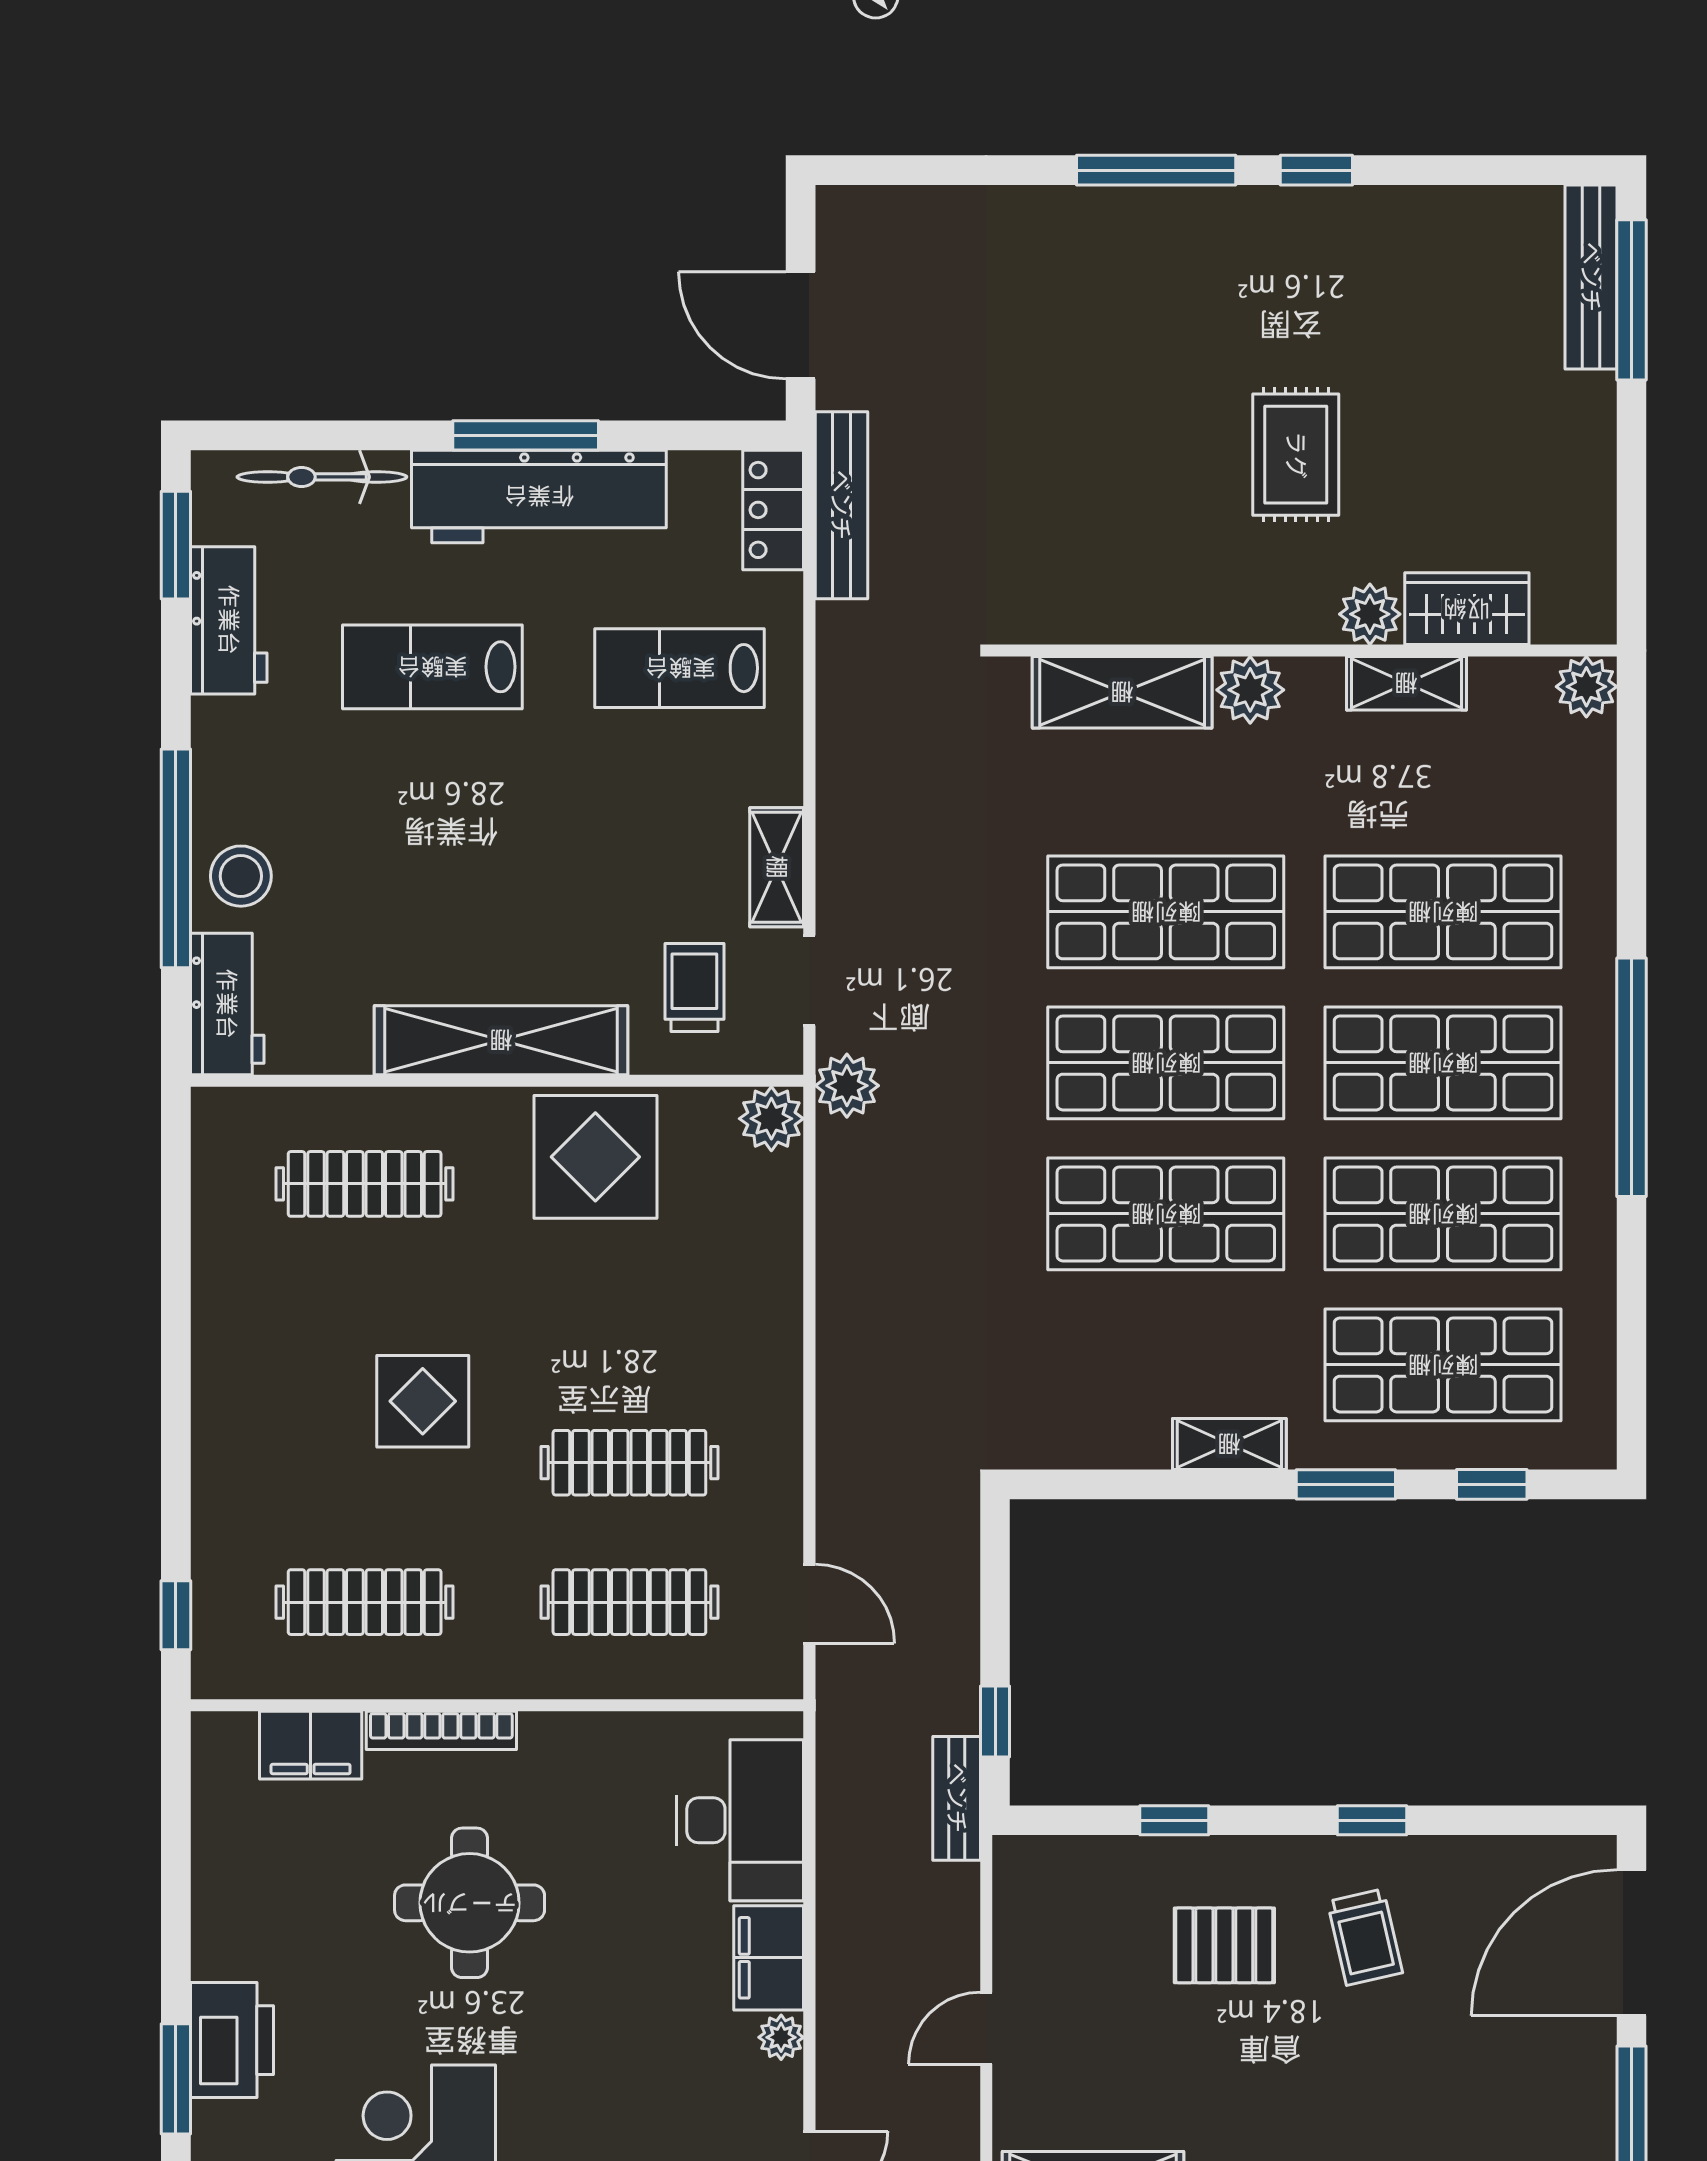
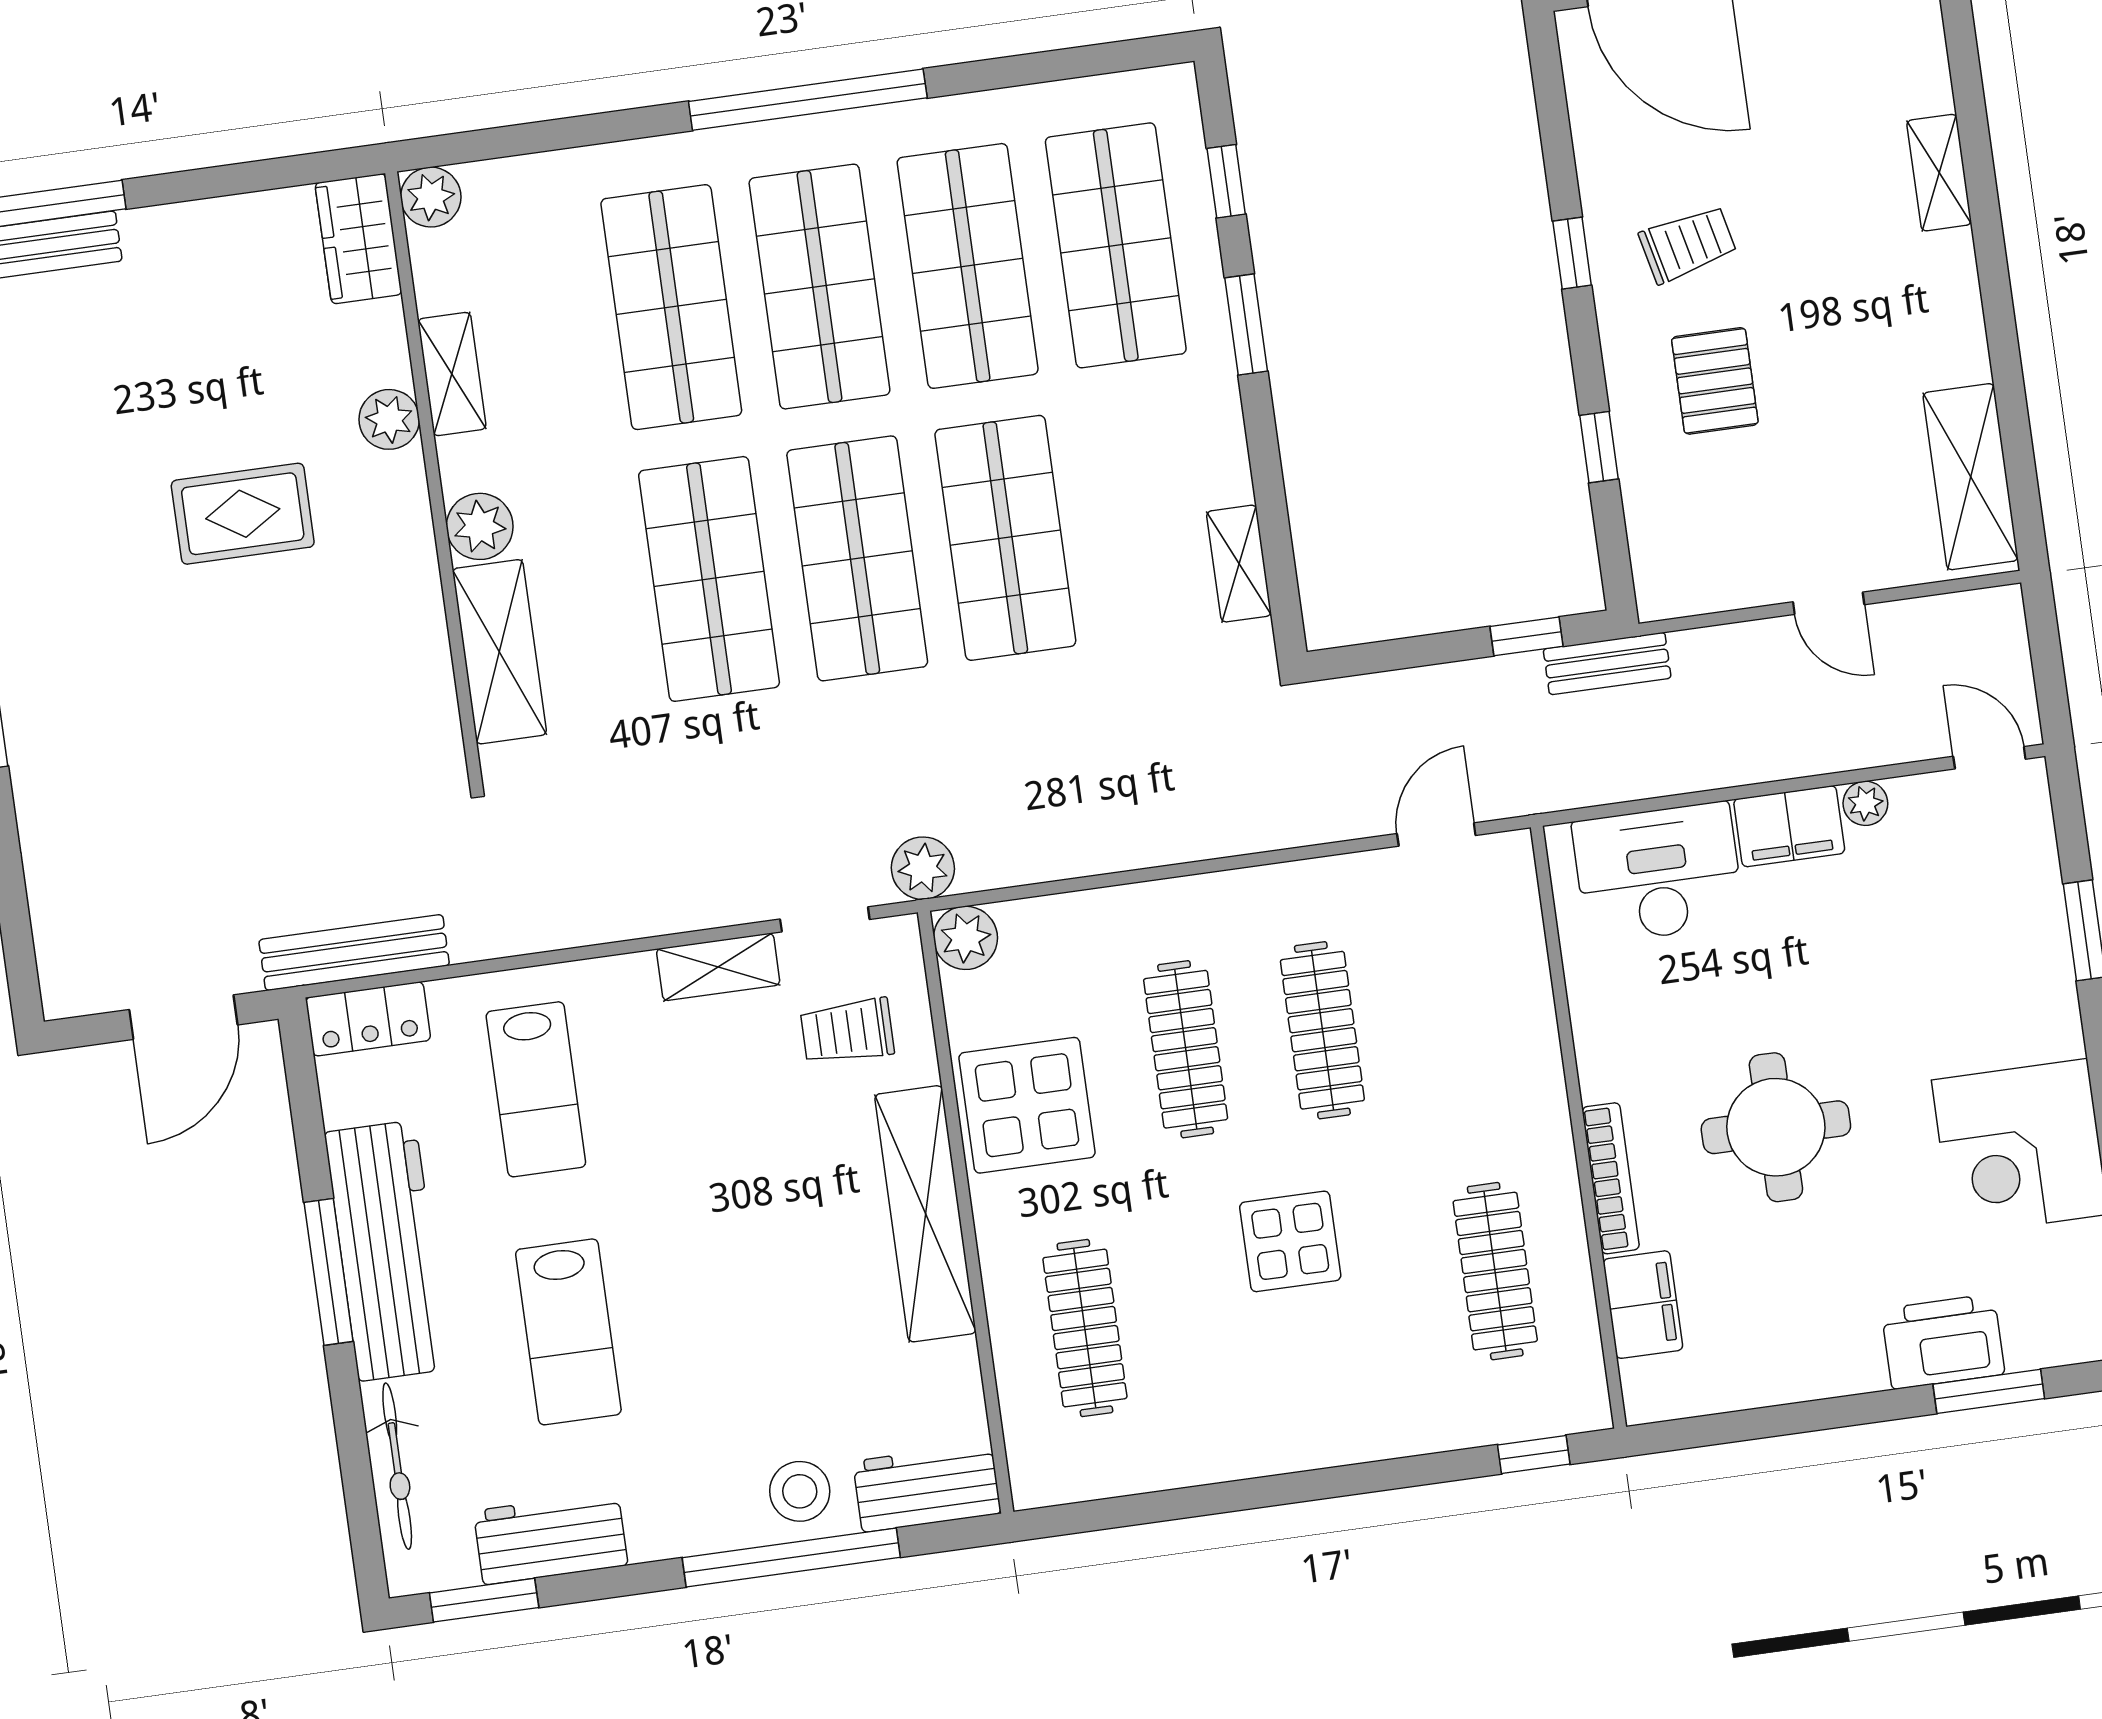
wardrobe: (1467, 609) -> (358, 239), moved
shelving: (1229, 1444) -> (1239, 564), moved
clothes rail: (629, 1602) -> (1186, 1049), moved

